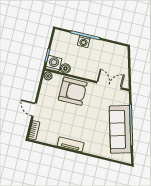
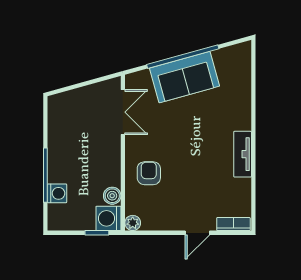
washing machine: (84, 41) -> (57, 193), moved
double door: (109, 85) -> (123, 112), swing flipped
armchair: (73, 91) -> (149, 173), width x0.53, depth x0.53
sofa: (120, 129) -> (184, 77), width x0.73

